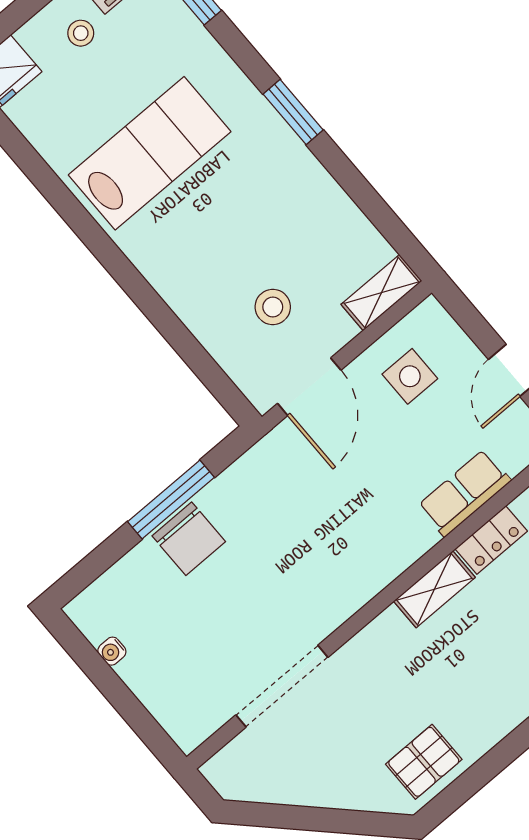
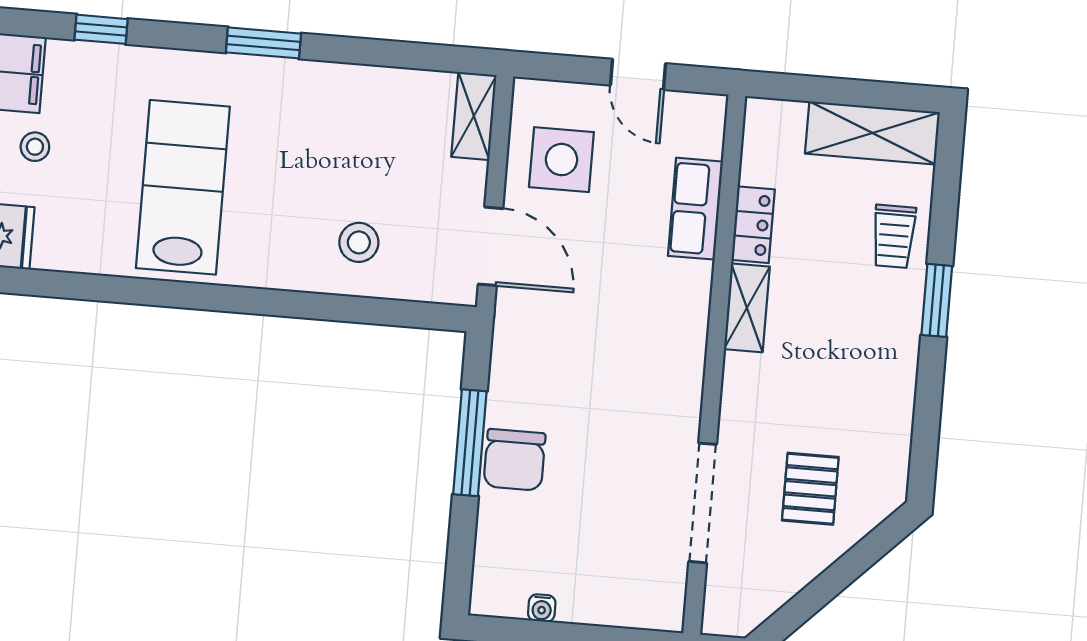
stool: (273, 307) -> (359, 242), moved
side table: (410, 376) -> (561, 160), width x1.37, depth x1.37
chair: (189, 539) -> (514, 460), turned 90
pallet: (424, 762) -> (810, 489), moved

